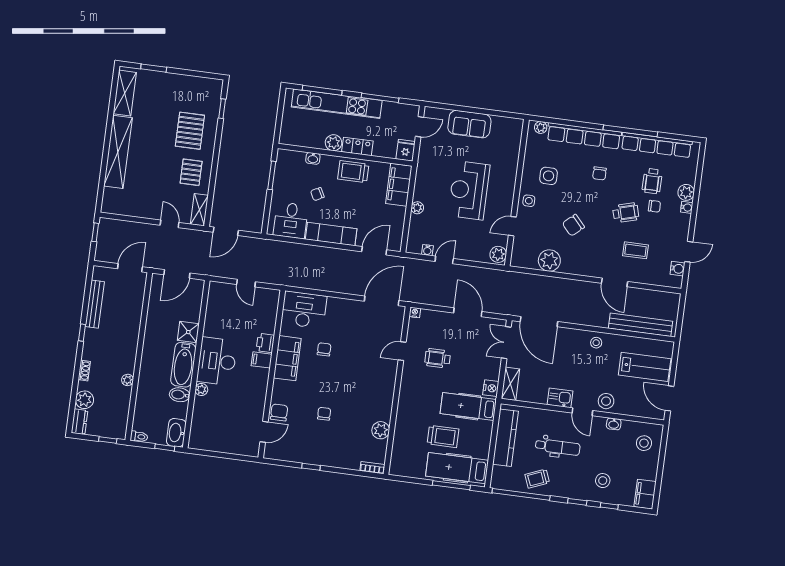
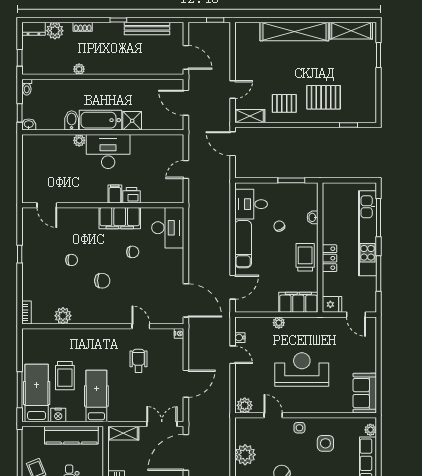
sofa: (469, 124) -> (365, 393), moved
plant: (334, 143) -> (330, 235), removed
door: (374, 251) -> (233, 287), hinge flipped
nightstand: (491, 388) -> (58, 415), moved
chair: (279, 412) -> (102, 281), moved
washbasin: (176, 433) -> (29, 124), width x0.52, depth x0.69

